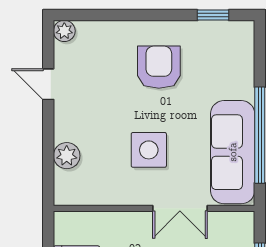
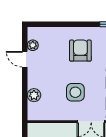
plant: (64, 31) -> (33, 45), moved

